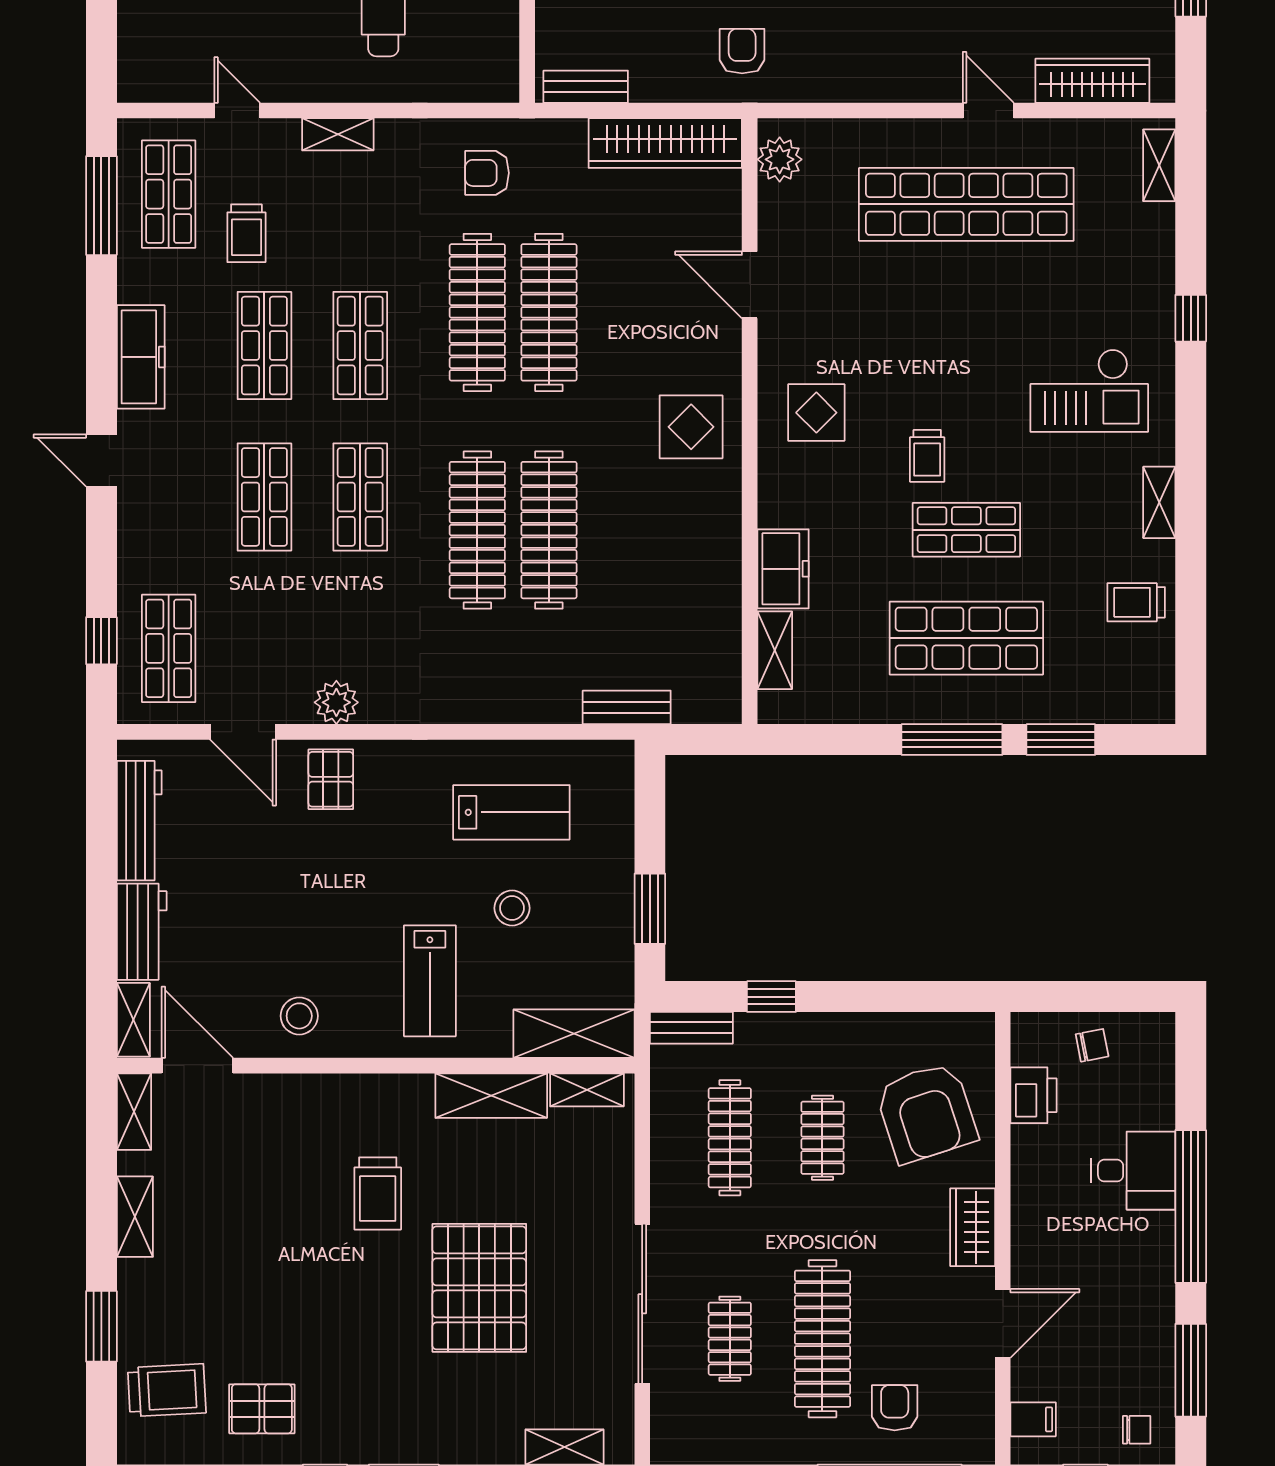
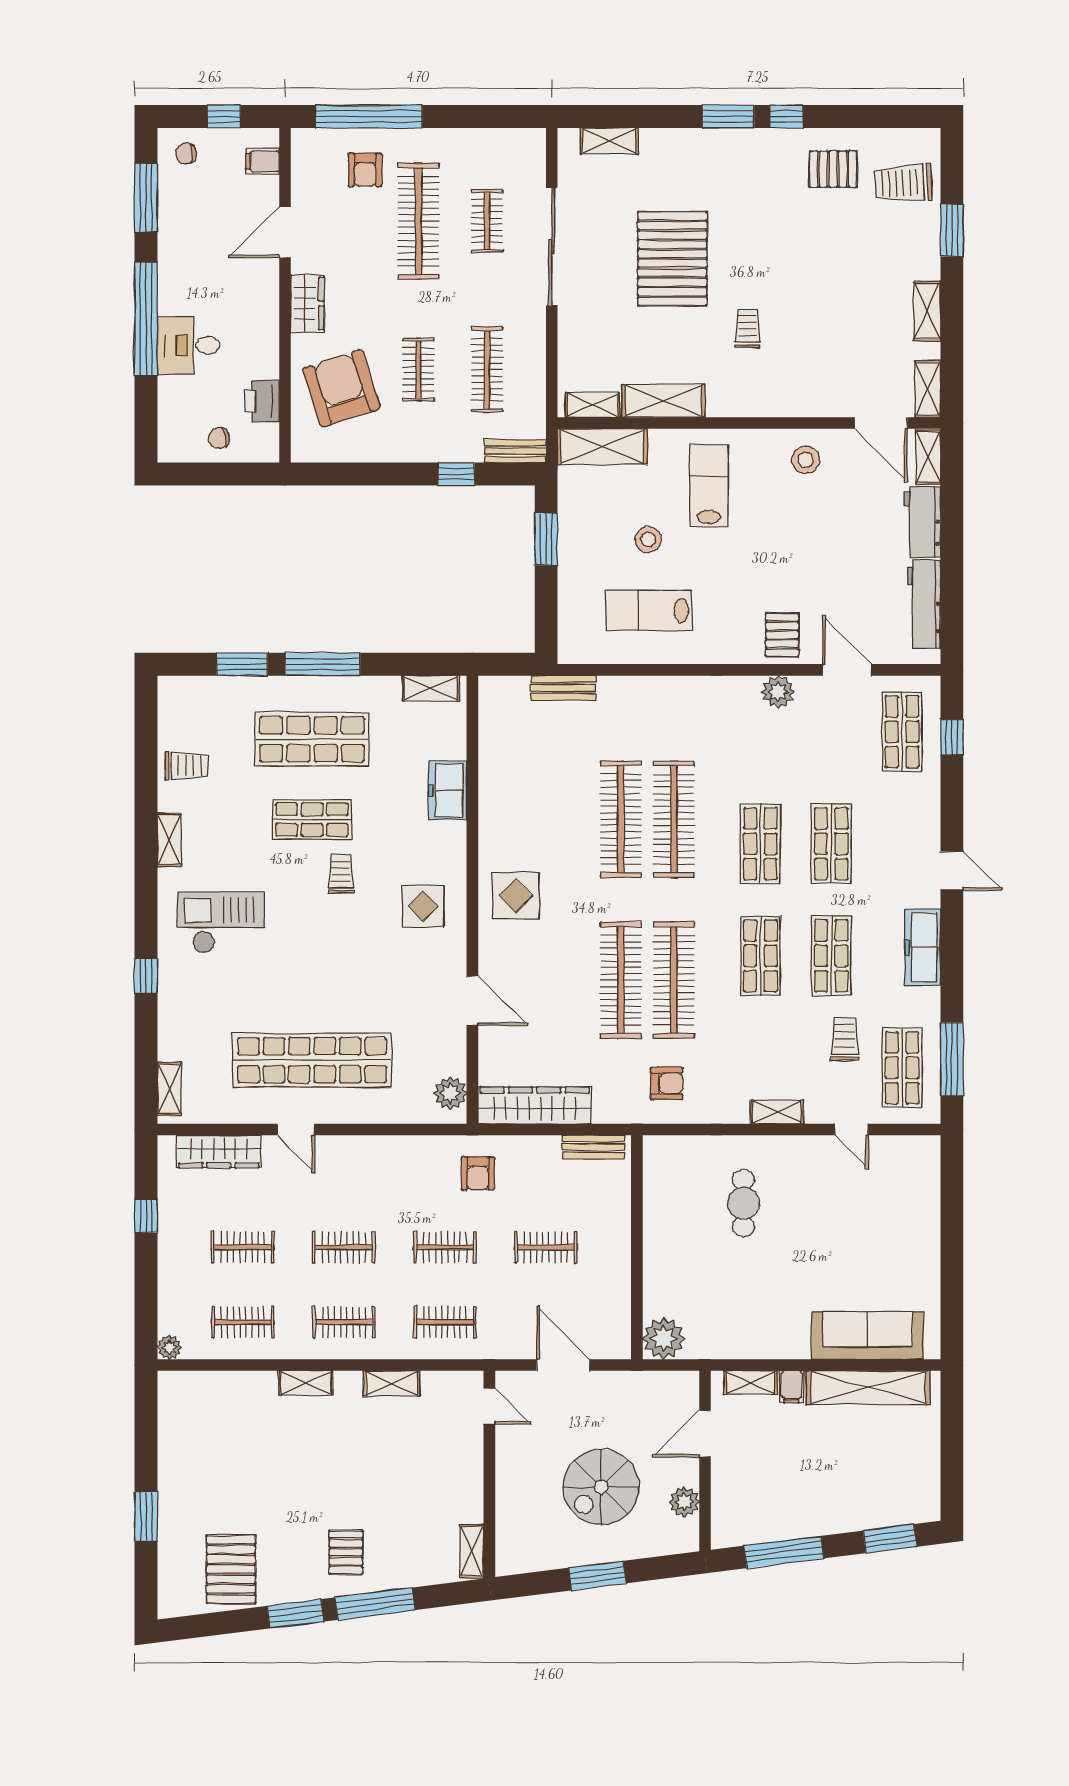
shelving: (775, 650) -> (431, 688), moved, turned 90
trolley: (378, 1193) -> (747, 328), width x0.73, depth x0.72

